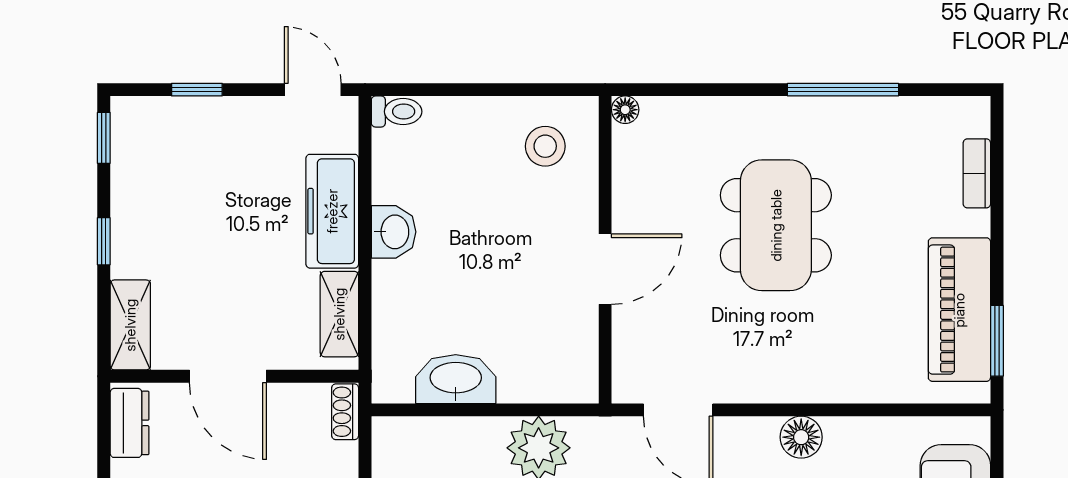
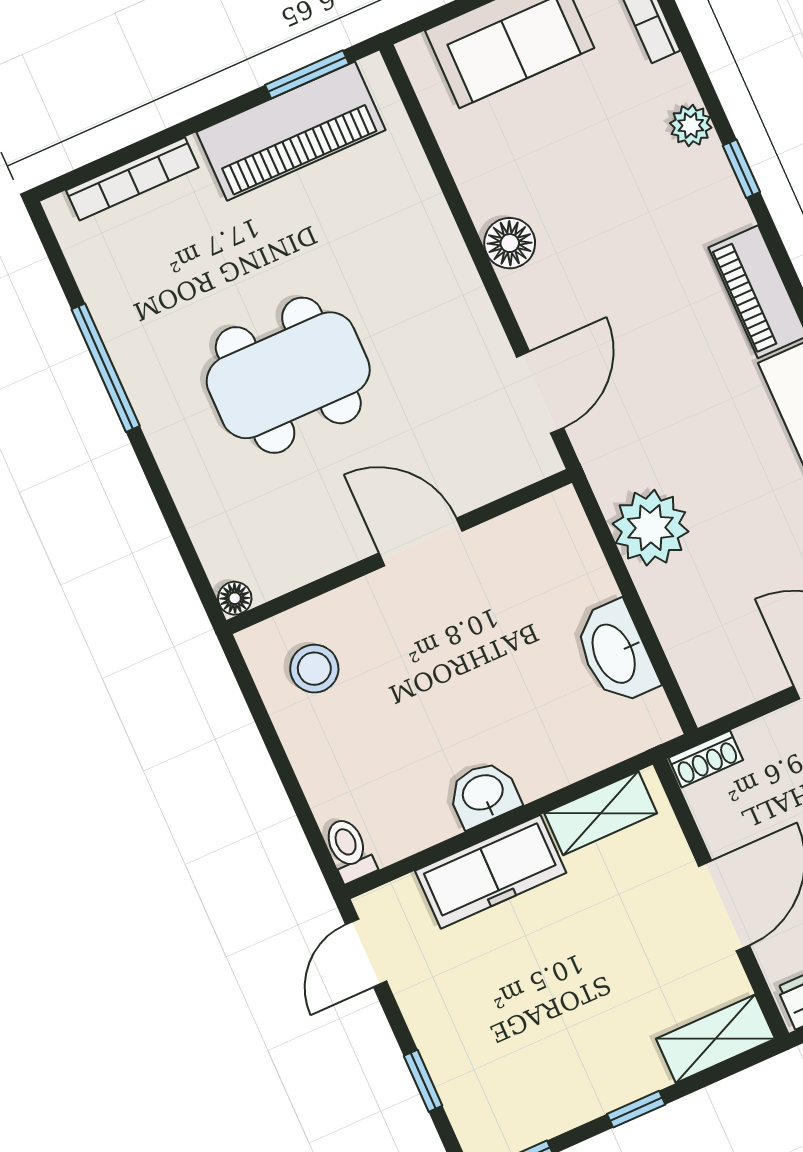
bookcase: (977, 173) -> (132, 179), width x1.56

